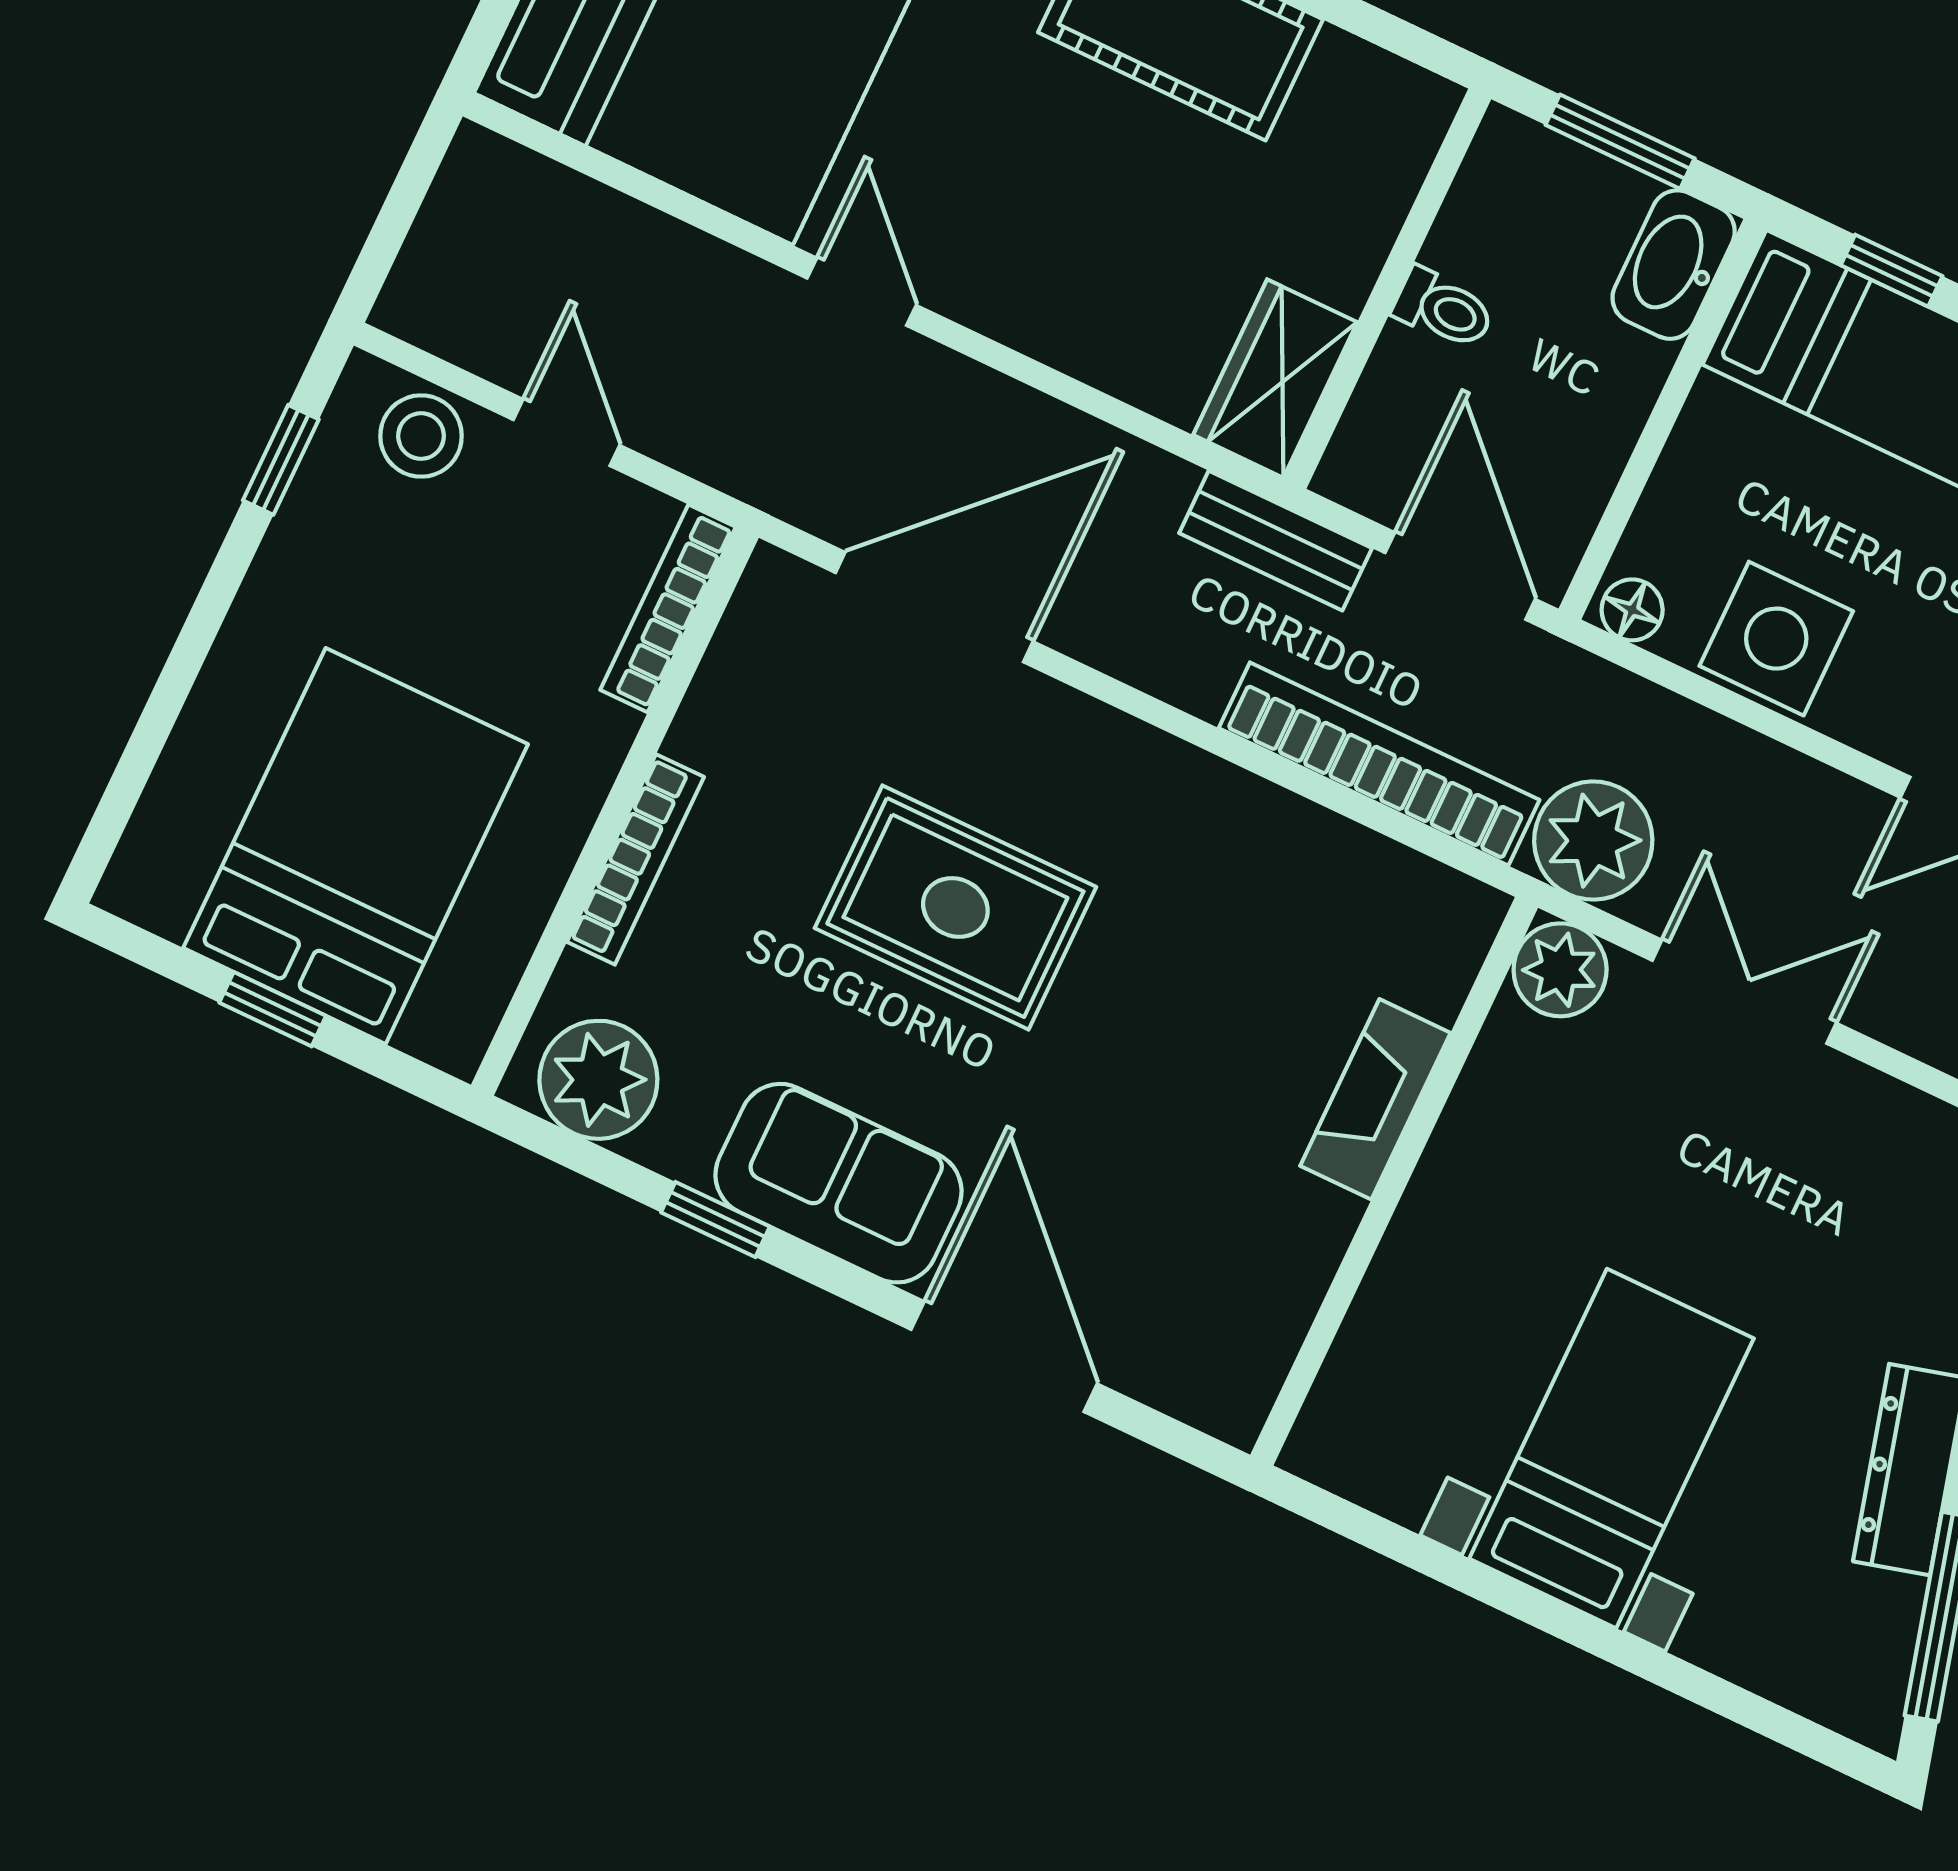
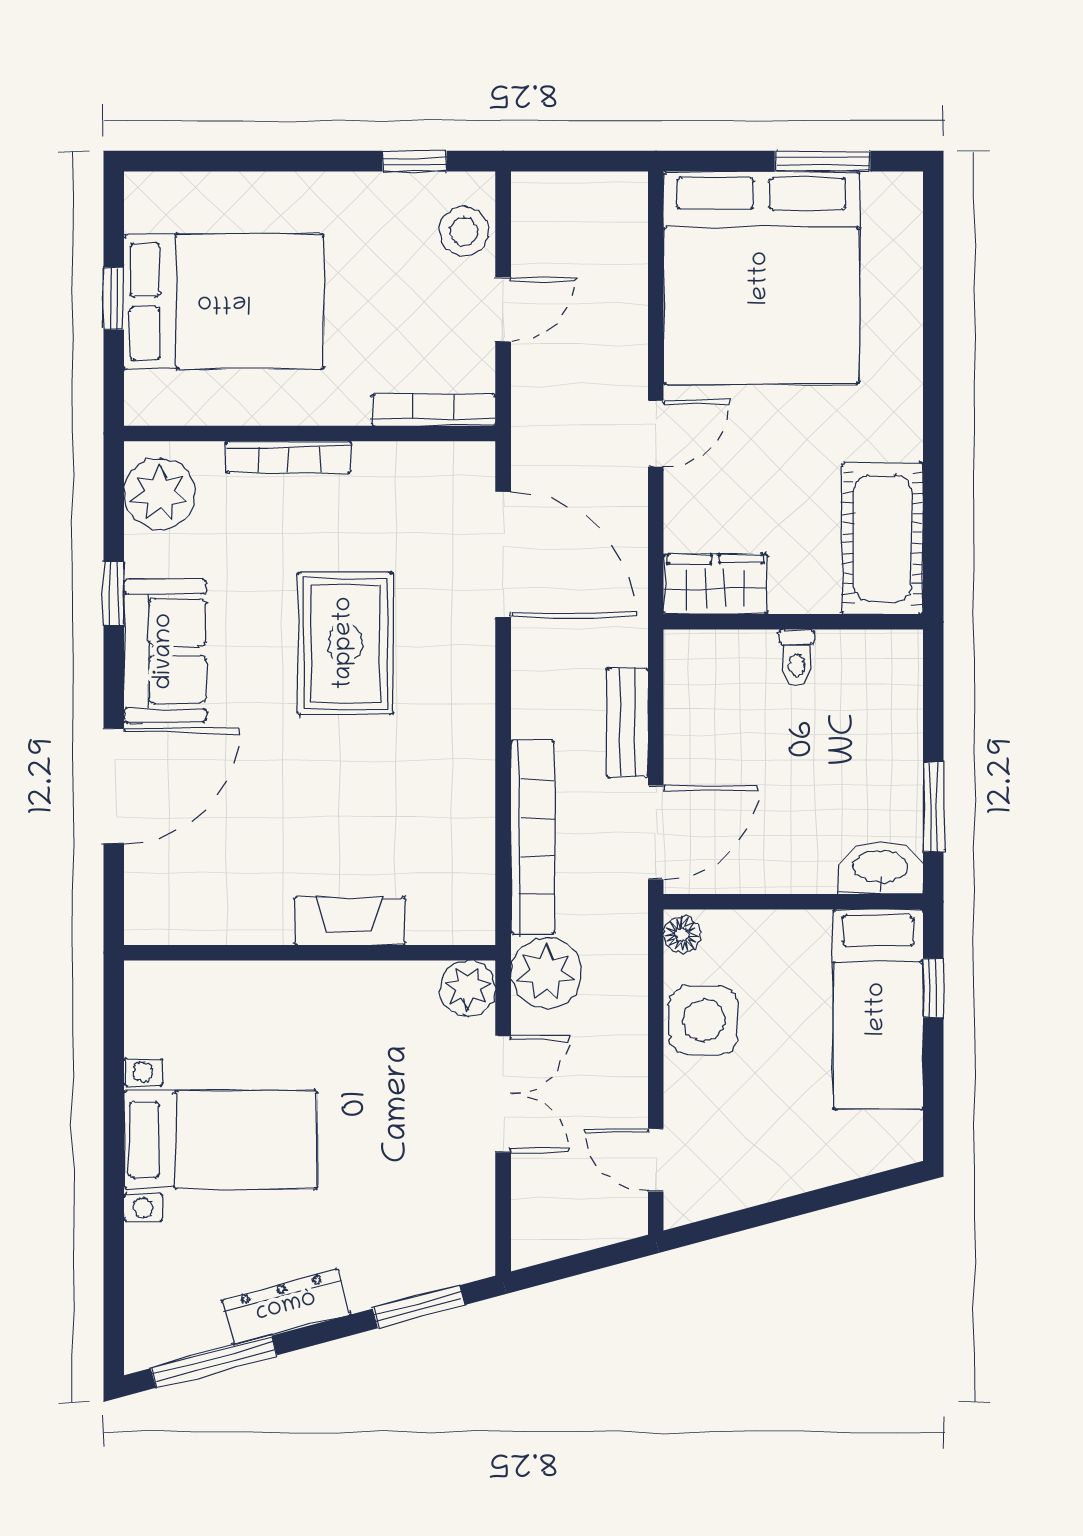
wall: (1387, 289) -> (793, 622), moved
toilet: (1443, 309) -> (797, 657), moved
wardrobe: (1275, 379) -> (715, 584), moved

